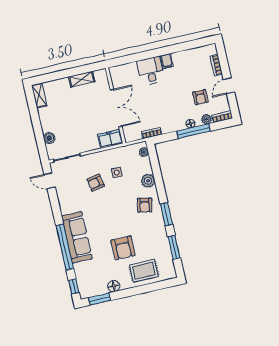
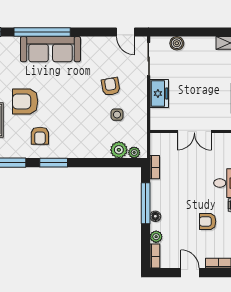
armchair: (200, 97) -> (208, 221), moved
double door: (116, 108) -> (194, 132), width x0.73
window: (194, 131) -> (146, 203), moved
freezer: (110, 139) -> (159, 94), moved
door: (50, 181) -> (126, 32), swing flipped
plant: (148, 181) -> (119, 150), moved
armchair: (145, 205) -> (40, 136), moved, turned -101

